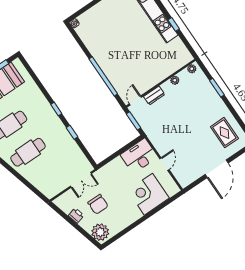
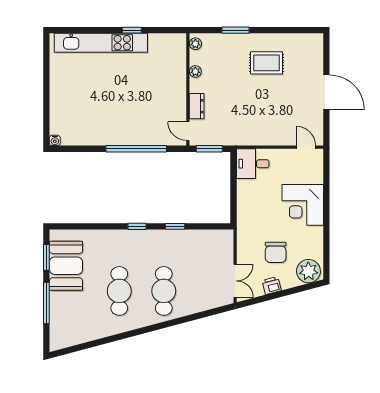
rug: (224, 133) -> (267, 63), moved
desk: (139, 156) -> (253, 164), width x0.73
door: (164, 164) -> (306, 147), moved
double door: (81, 180) -> (235, 281), moved
corner desk: (148, 194) -> (303, 205), moved
chair: (98, 204) -> (276, 252), turned 90

